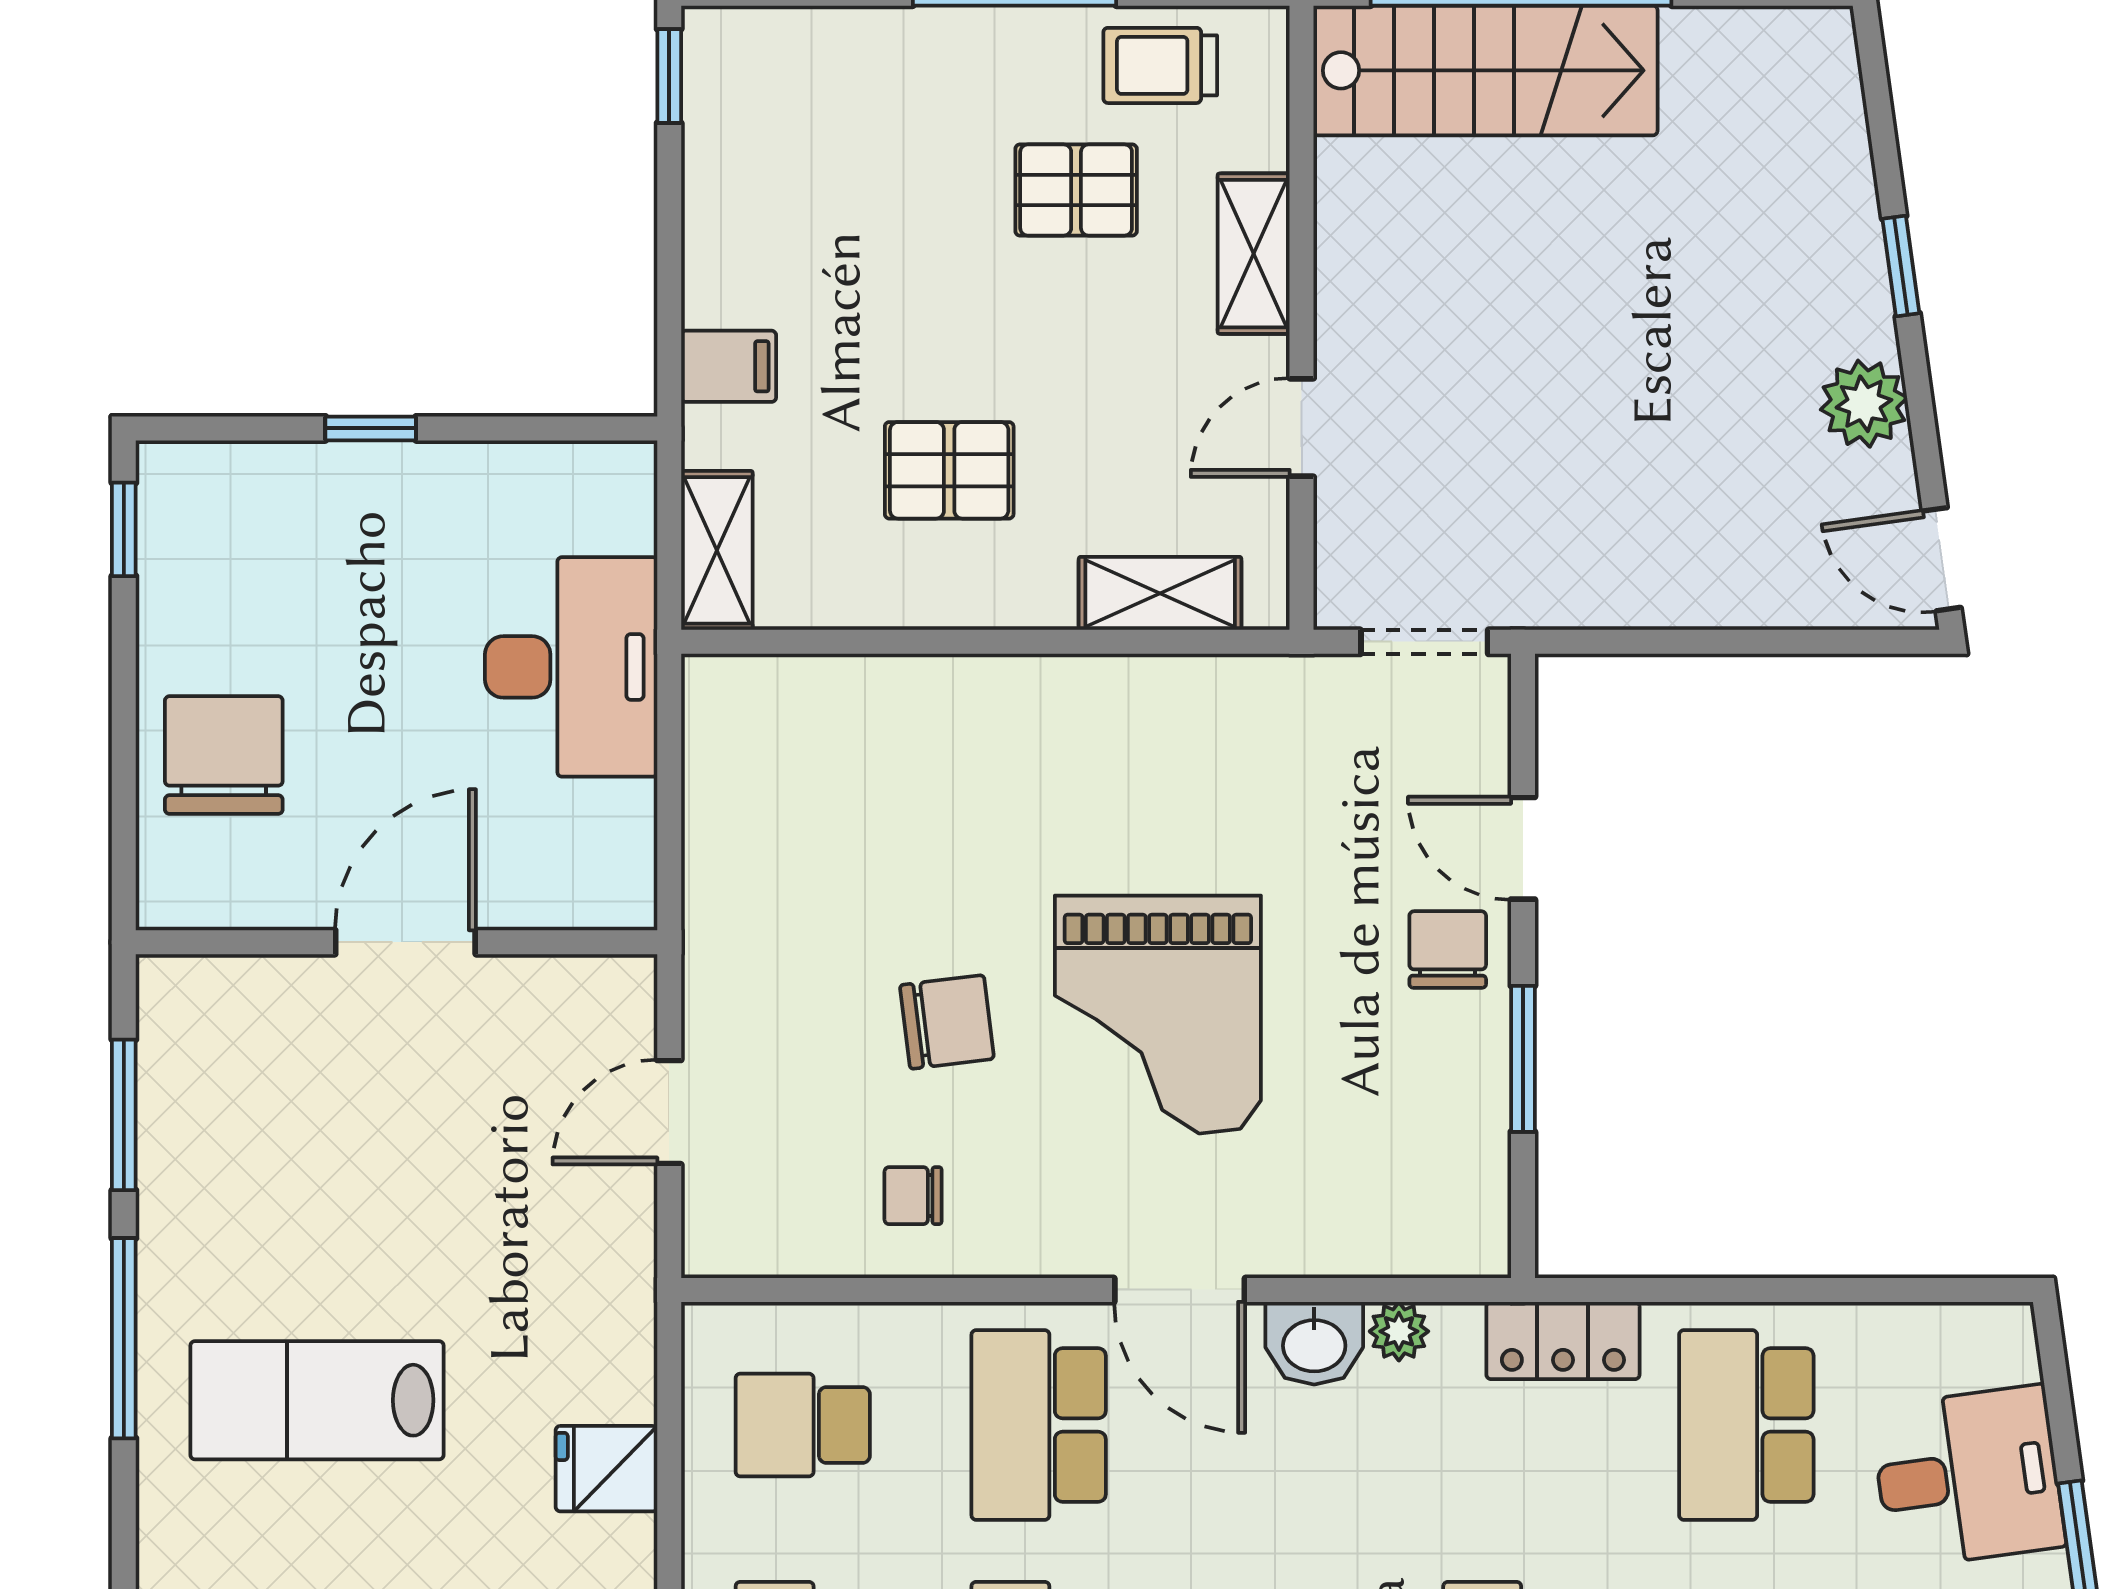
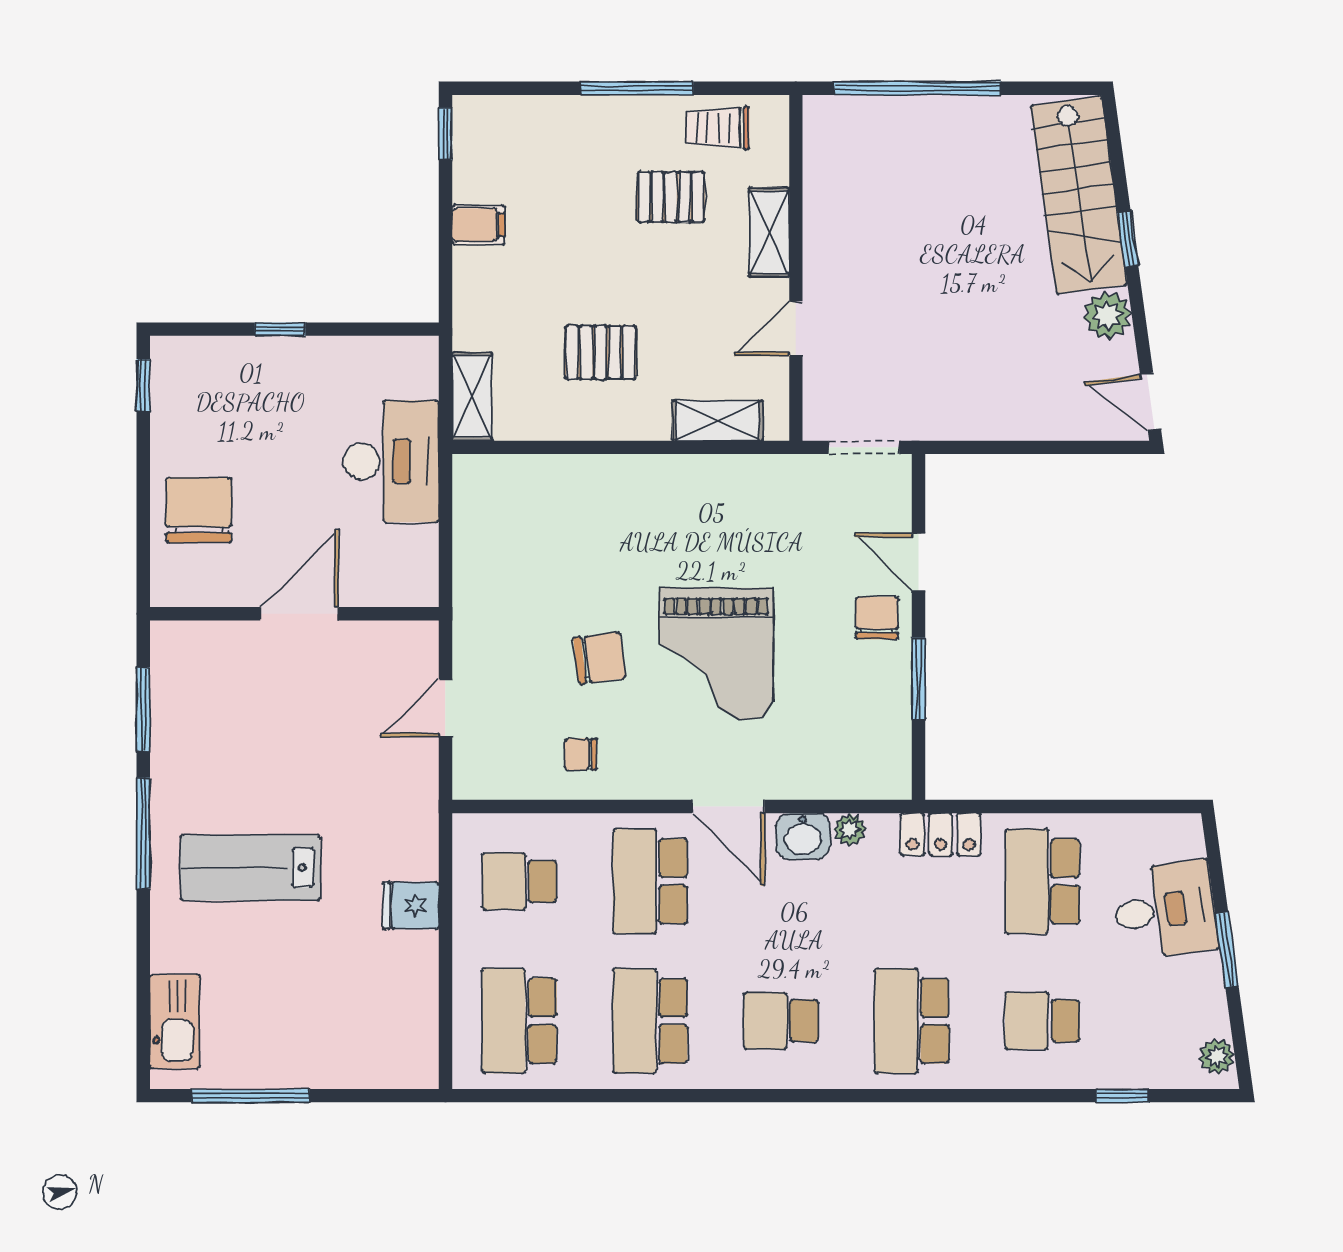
stairs: (1485, 70) -> (1079, 195), moved, turned 82
filing cabinet: (729, 366) -> (478, 225), moved

